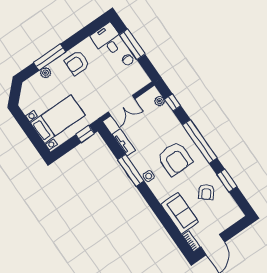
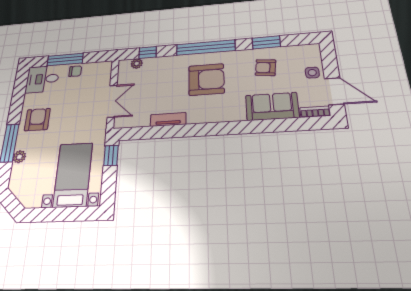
armchair: (77, 63) -> (37, 120), turned 180
tv unit: (124, 142) -> (168, 119), moved
window: (131, 170) -> (186, 131), removed
side table: (149, 176) -> (312, 73), moved
armchair: (206, 192) -> (266, 68), turned 148

